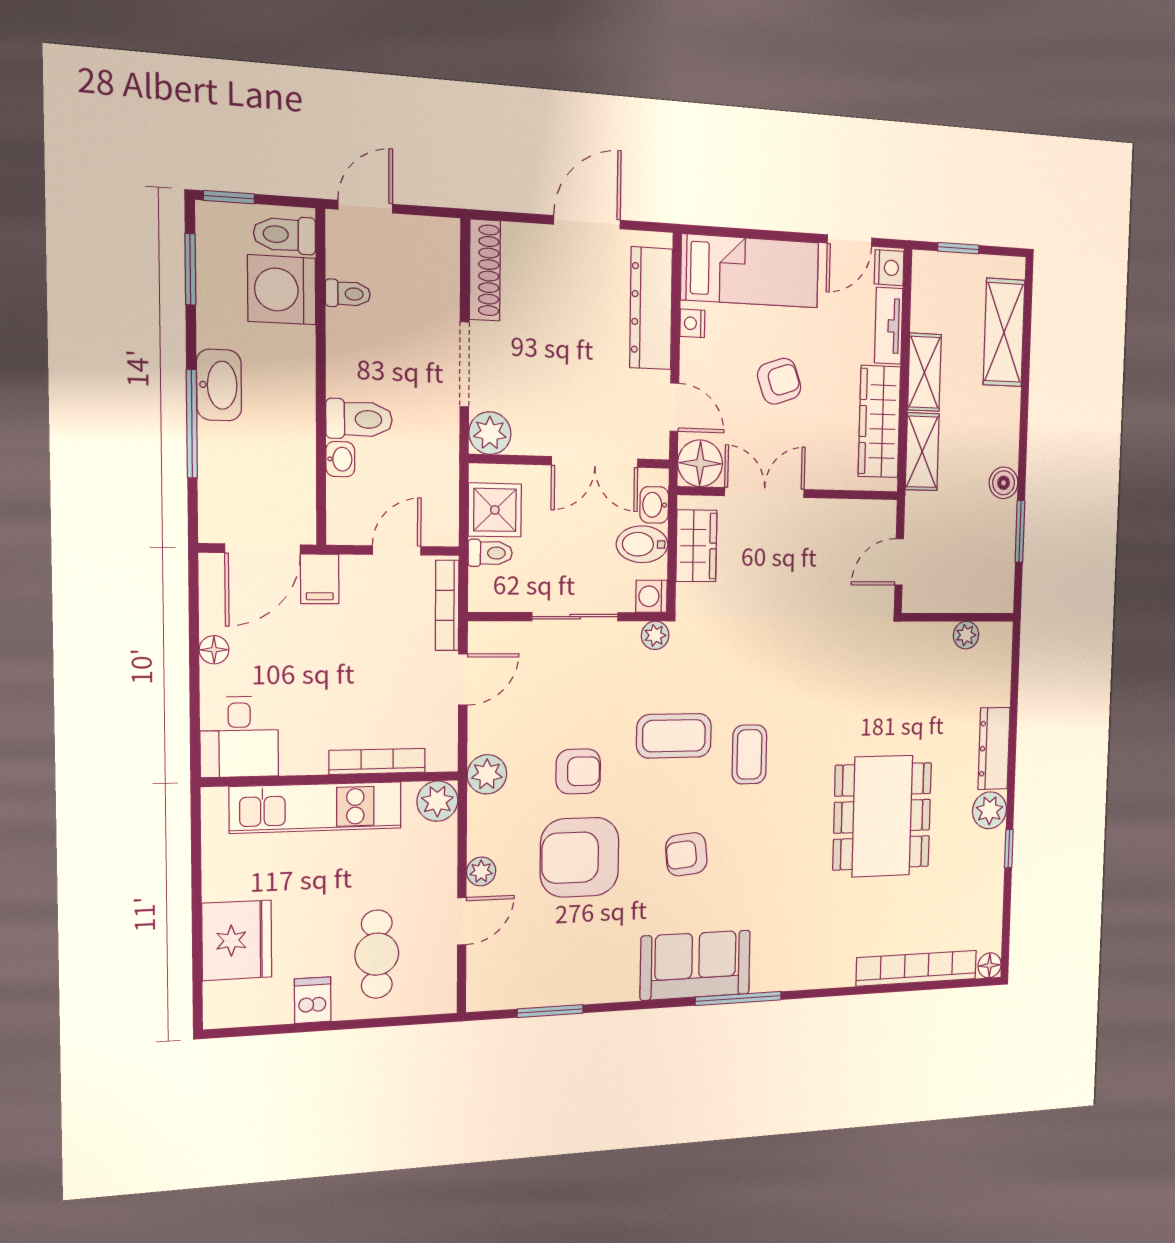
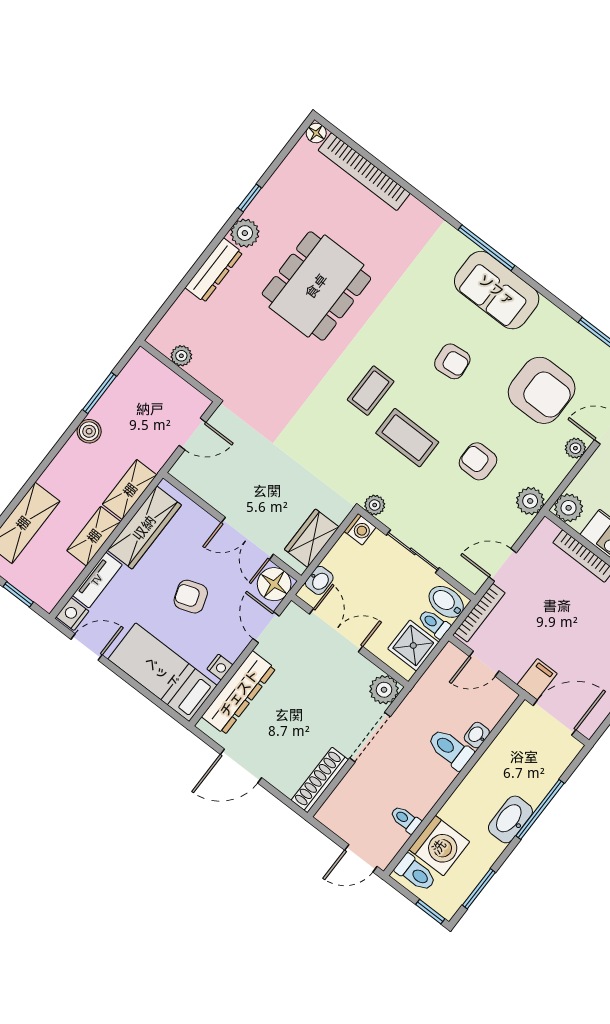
bidet: (642, 544) -> (446, 602), moved, turned 180
armchair: (580, 857) -> (542, 390), moved

